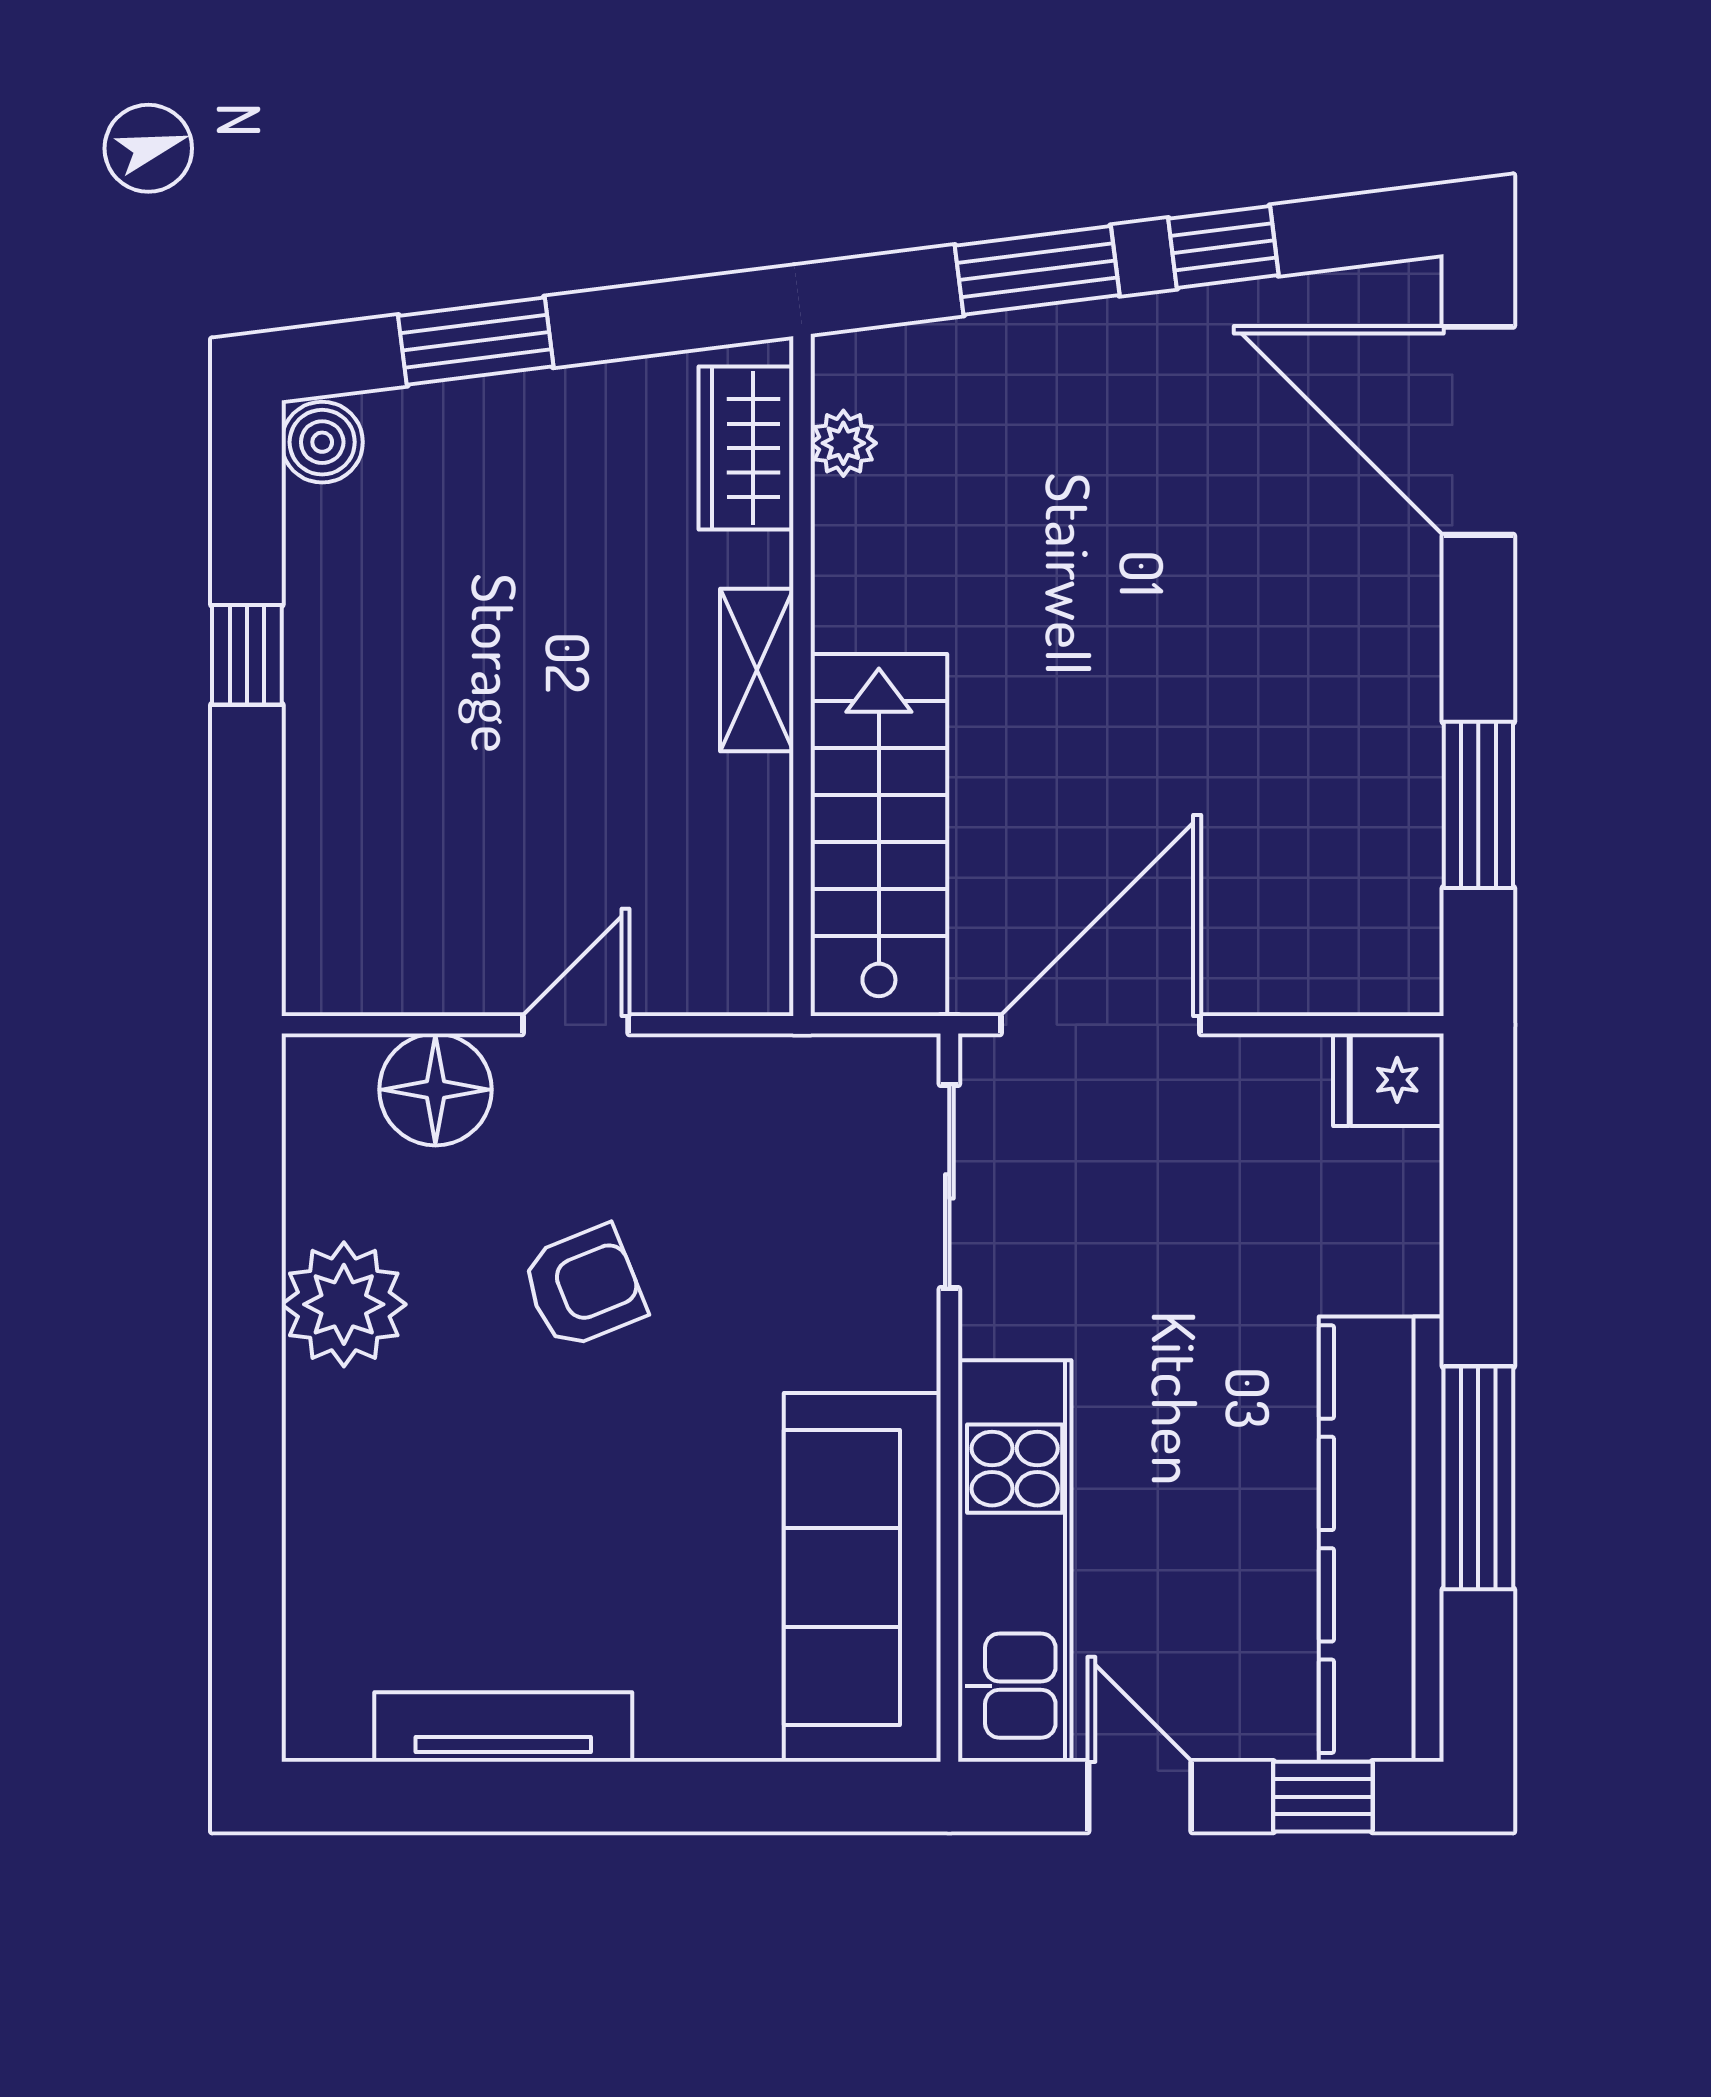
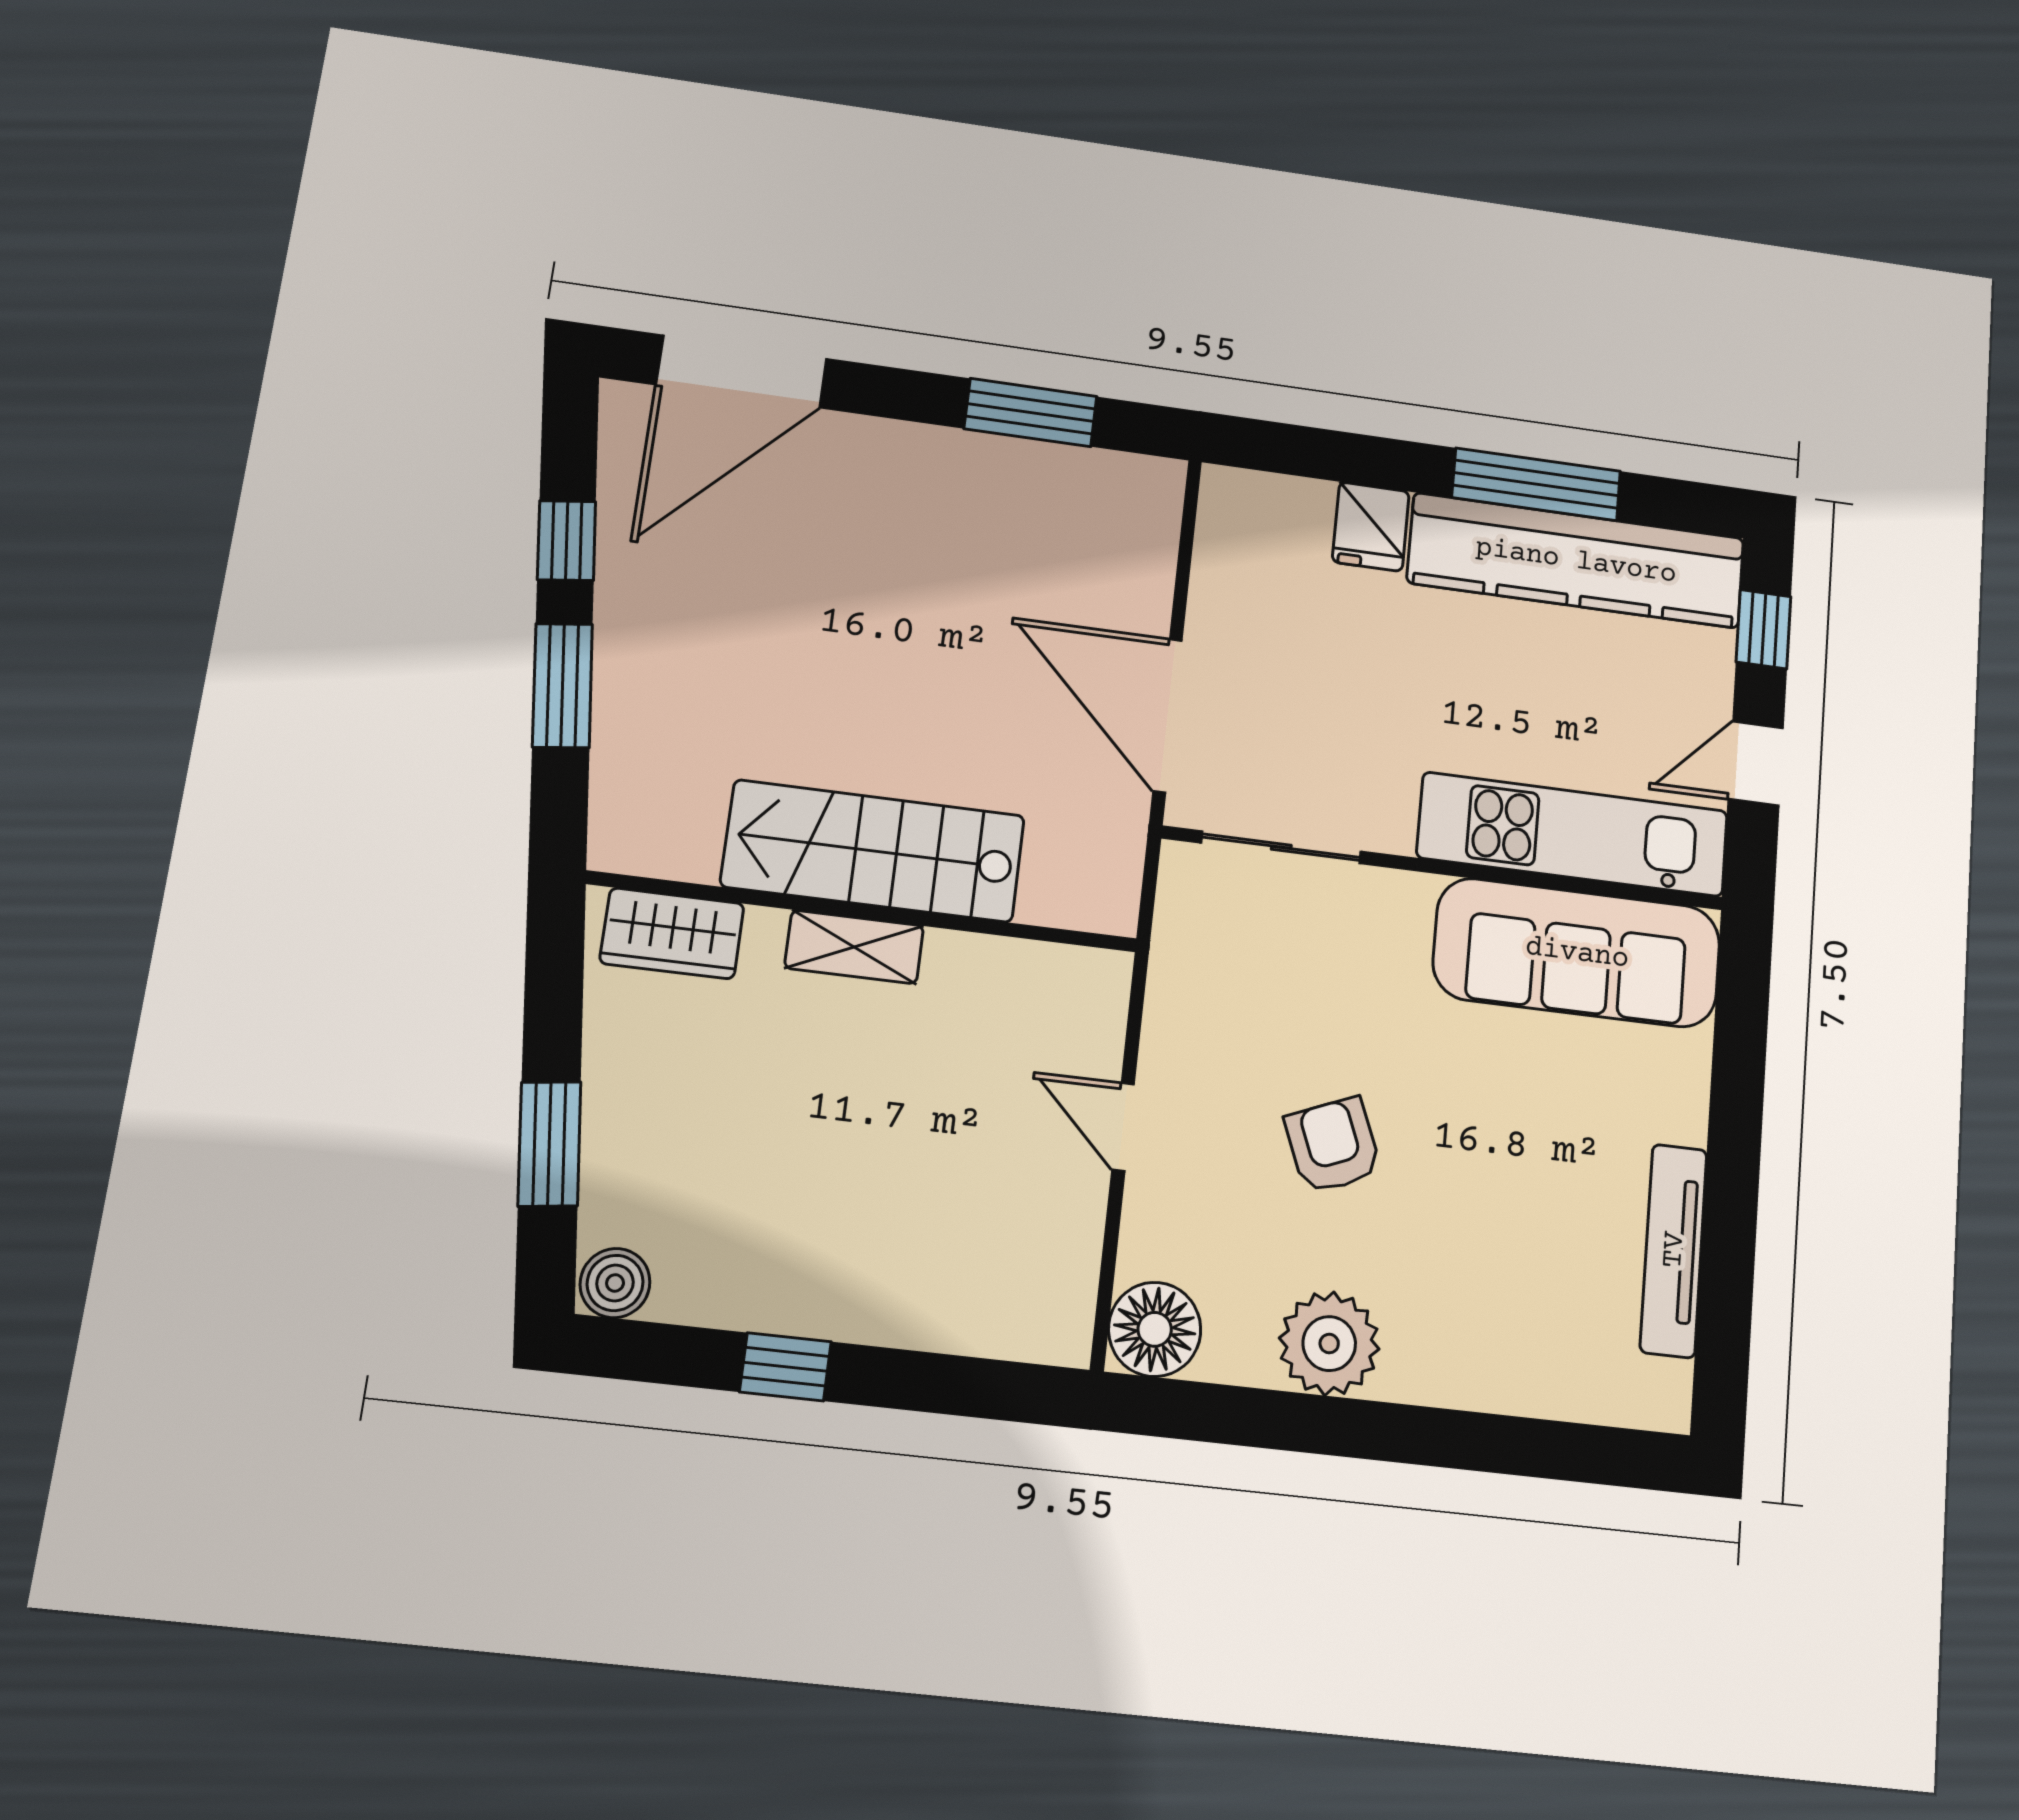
plant: (843, 443) -> (680, 855), removed
stairs: (879, 835) -> (873, 851), moved
fridge: (1388, 1080) -> (1371, 527), moved
floor lamp: (435, 1090) -> (1155, 1329), moved

